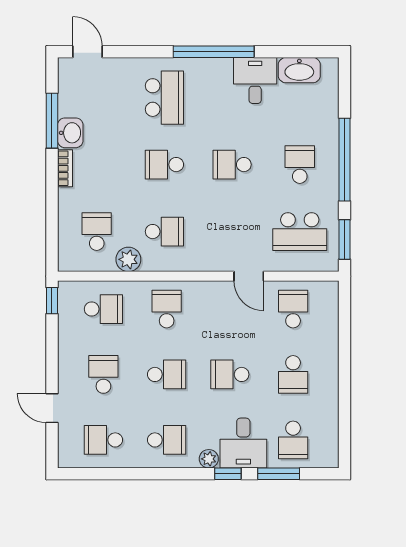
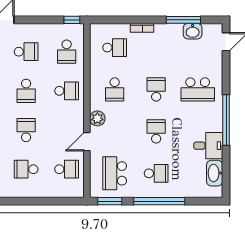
washbasin: (70, 133) -> (193, 31), moved
bookcase: (65, 168) -> (142, 28), moved
plant: (128, 259) -> (97, 118), moved

